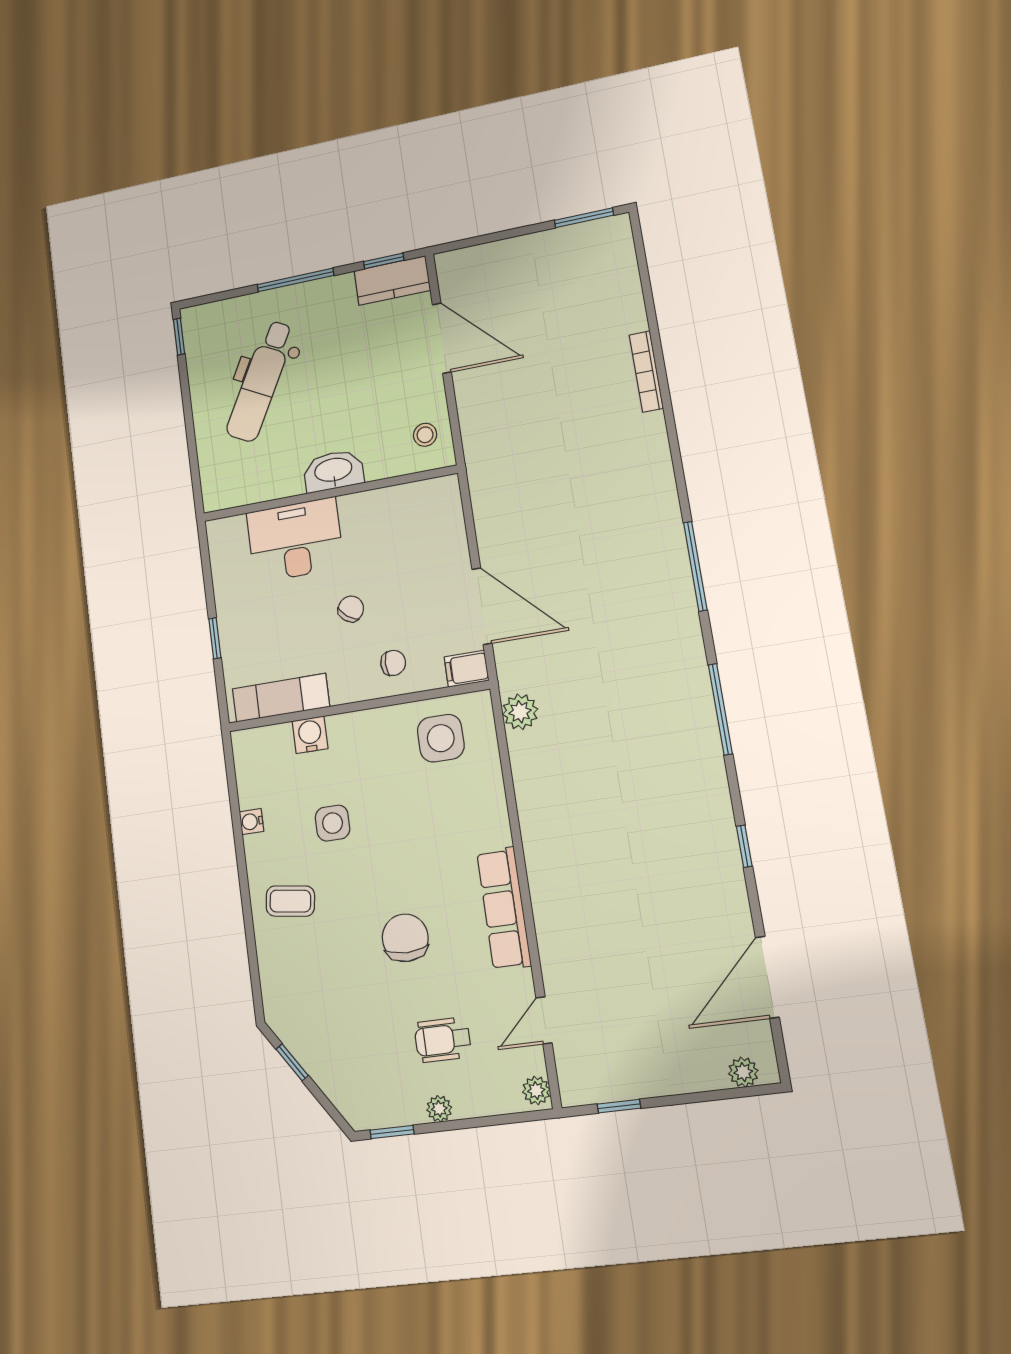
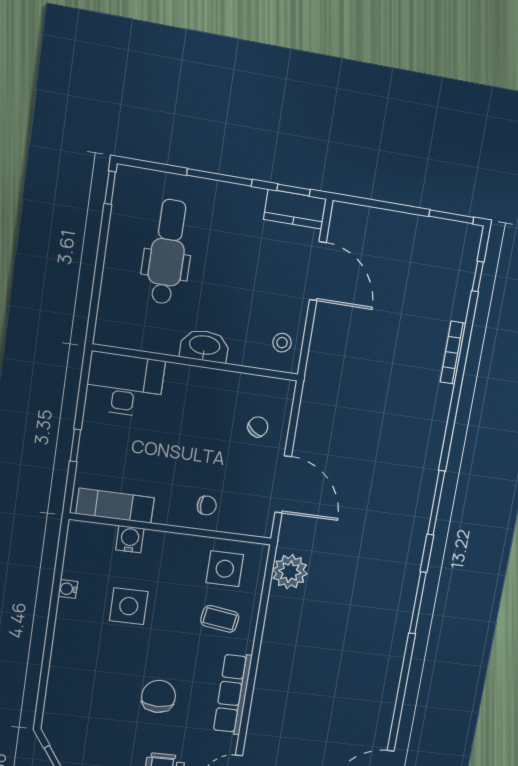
dental chair: (261, 381) -> (168, 252), turned 152
desk: (295, 540) -> (125, 385), moved
chair: (351, 609) -> (258, 427), moved
filing cabinet: (466, 669) -> (258, 526), removed
plant: (520, 712) -> (290, 572), width x1.36, depth x1.36
side table: (333, 823) -> (129, 606), width x1.37, depth x1.37
window: (744, 846) -> (478, 276), moved
coffee table: (290, 901) -> (220, 619), moved

